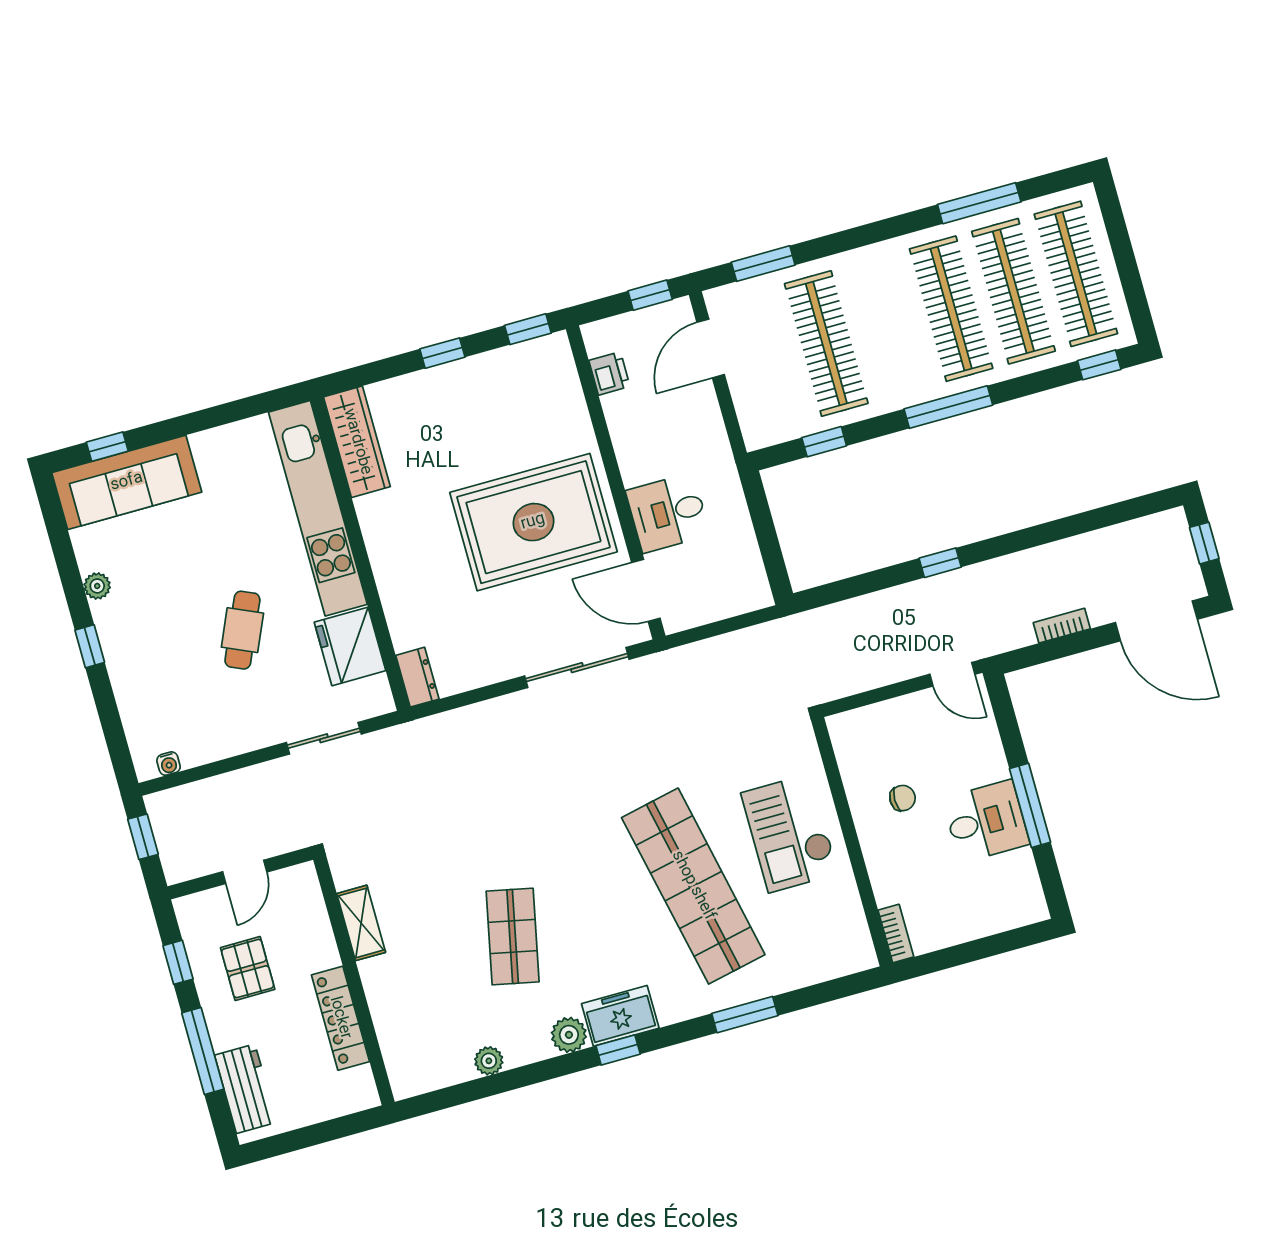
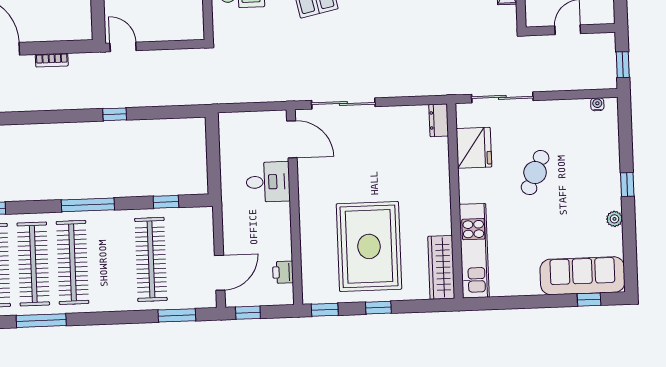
kitchen unit: (318, 508) -> (474, 251), width x0.73
rug: (533, 522) -> (369, 246), moved, turned 90
sliding door: (324, 738) -> (502, 97), width x1.37

